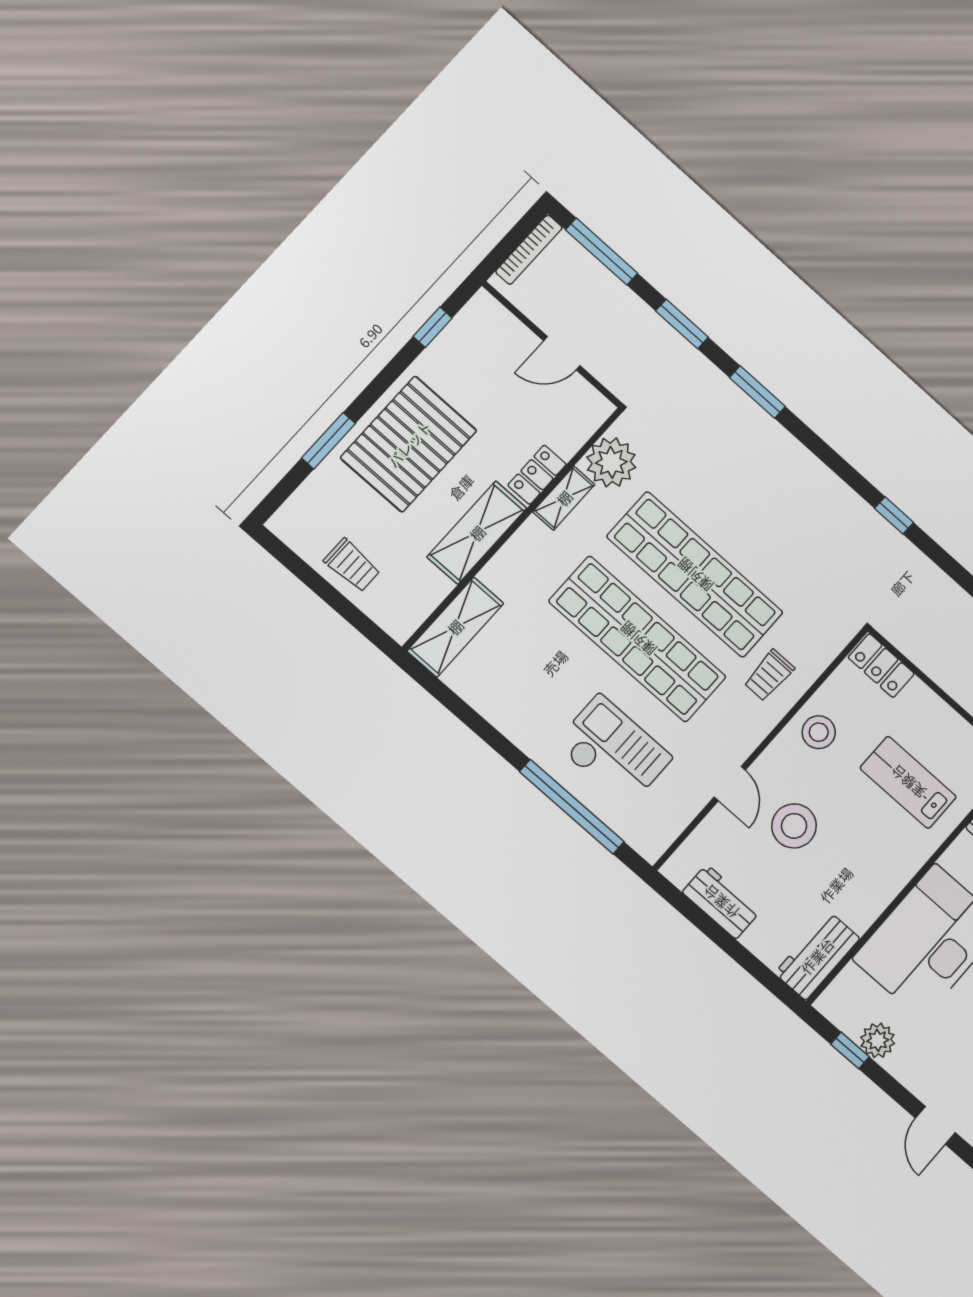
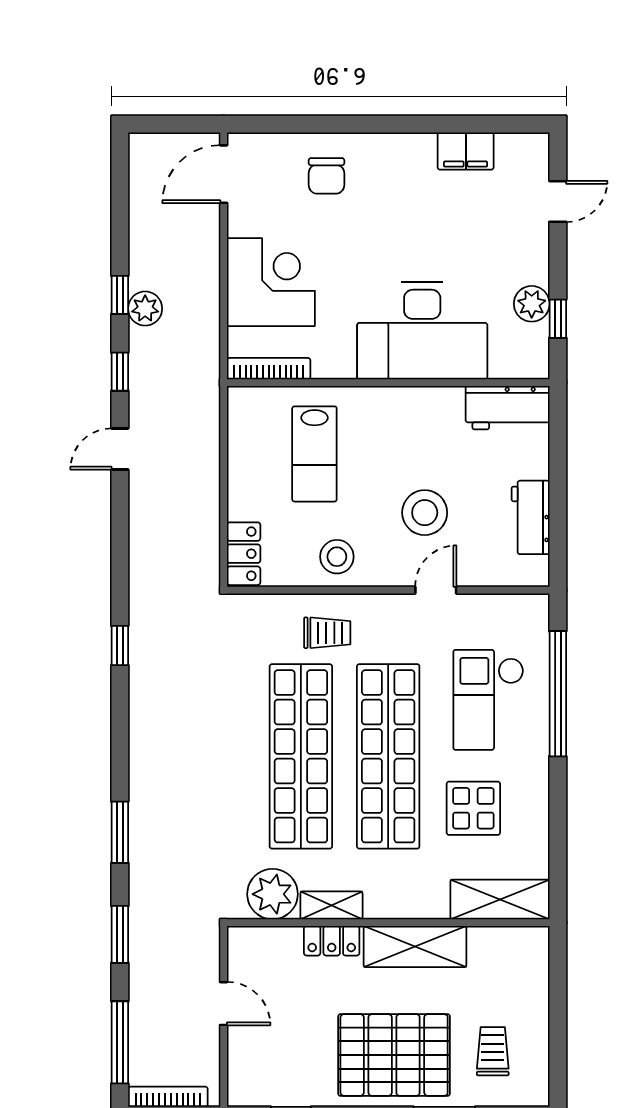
trolley: (352, 565) -> (493, 1051), moved
display table: (542, 668) -> (473, 808), added

